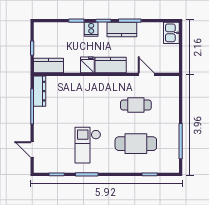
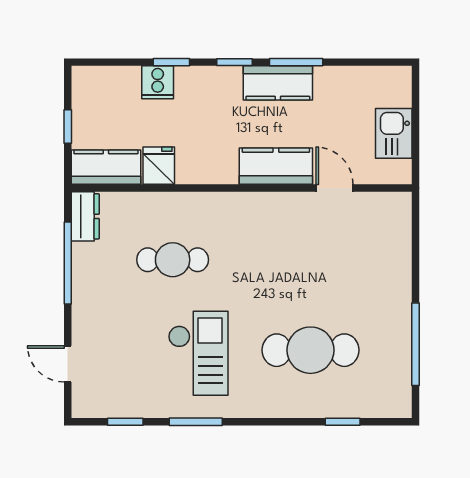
cooker: (91, 29) -> (158, 82), moved
kitchen sink: (171, 33) -> (394, 133), moved
fridge: (87, 65) -> (159, 166), moved
kitchen counter: (111, 65) -> (276, 166), moved
dresser: (40, 91) -> (85, 216), width x0.70
cafe table: (136, 105) -> (173, 260), moved
checkout: (88, 145) -> (198, 353), turned 180

